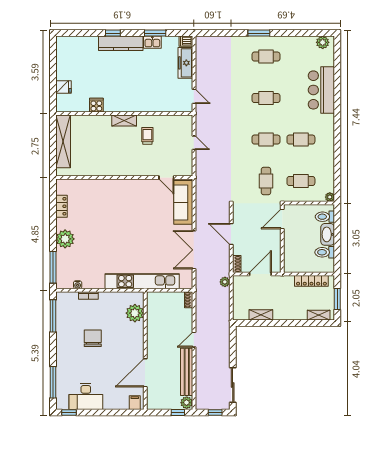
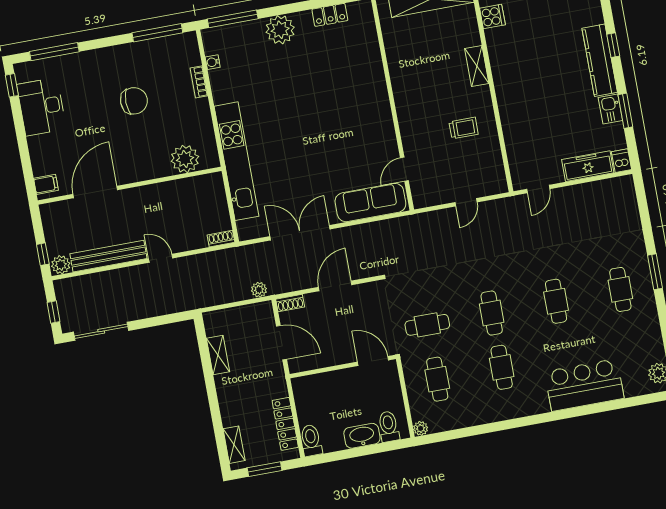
cooker: (96, 105) -> (492, 16), moved
shelving: (124, 120) -> (477, 66), moved
toilet: (325, 252) -> (311, 440), moved
door: (145, 373) -> (95, 192), hinge flipped

